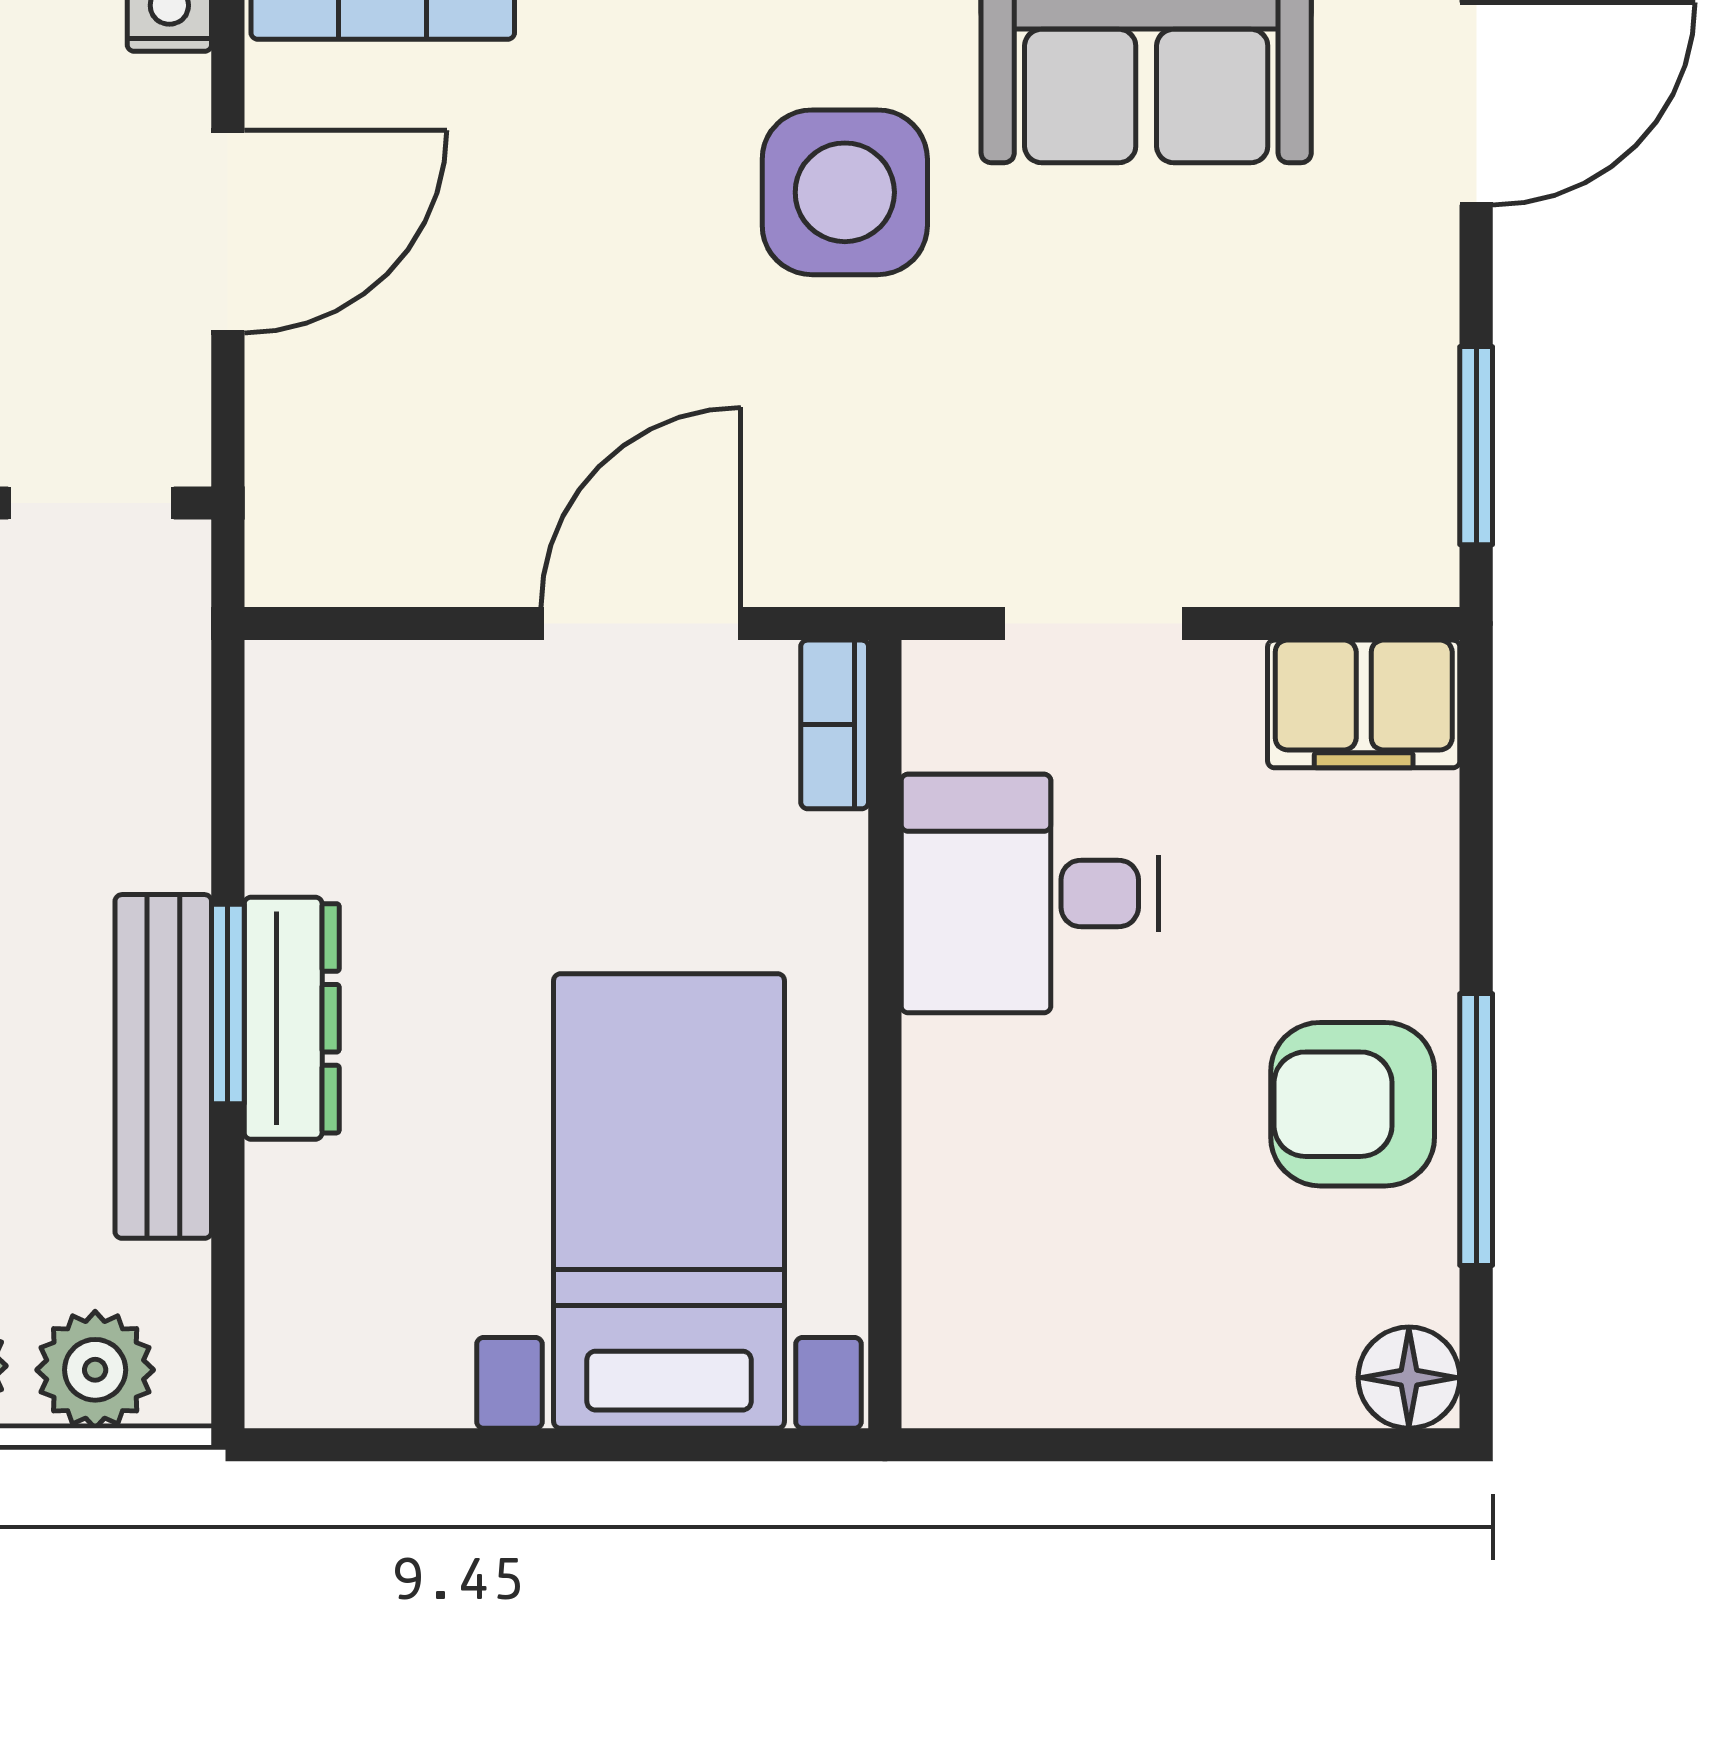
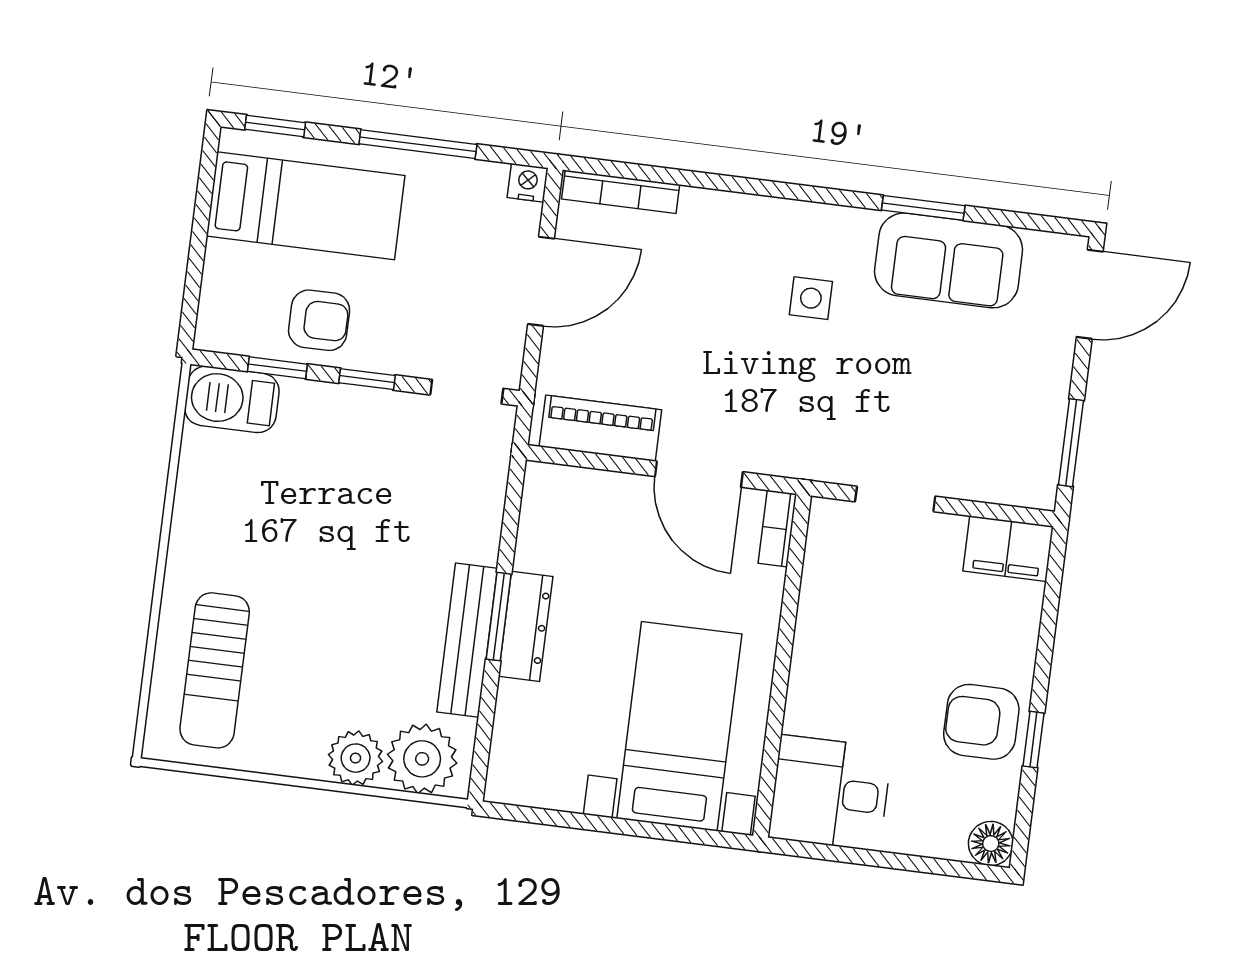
side table: (845, 192) -> (811, 298), width x0.54, depth x0.54
piano: (405, 547) -> (600, 428), added
door: (641, 624) -> (699, 474), swing flipped
desk: (1030, 893) -> (830, 793), moved
window: (1476, 1130) -> (1034, 740), width x0.46
plant: (95, 1370) -> (422, 759), width x1.36, depth x1.36

